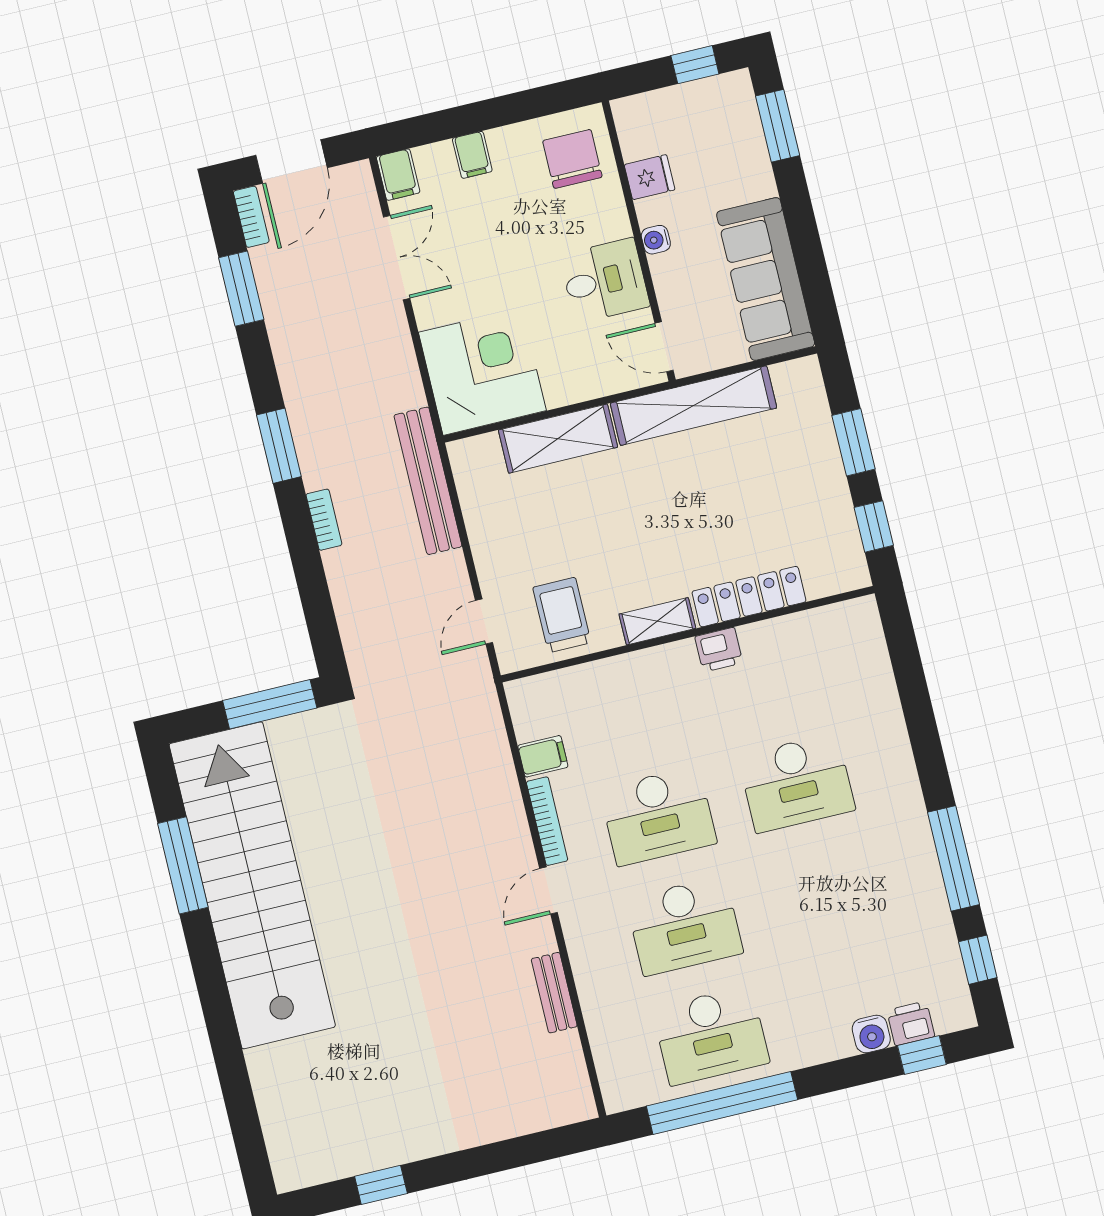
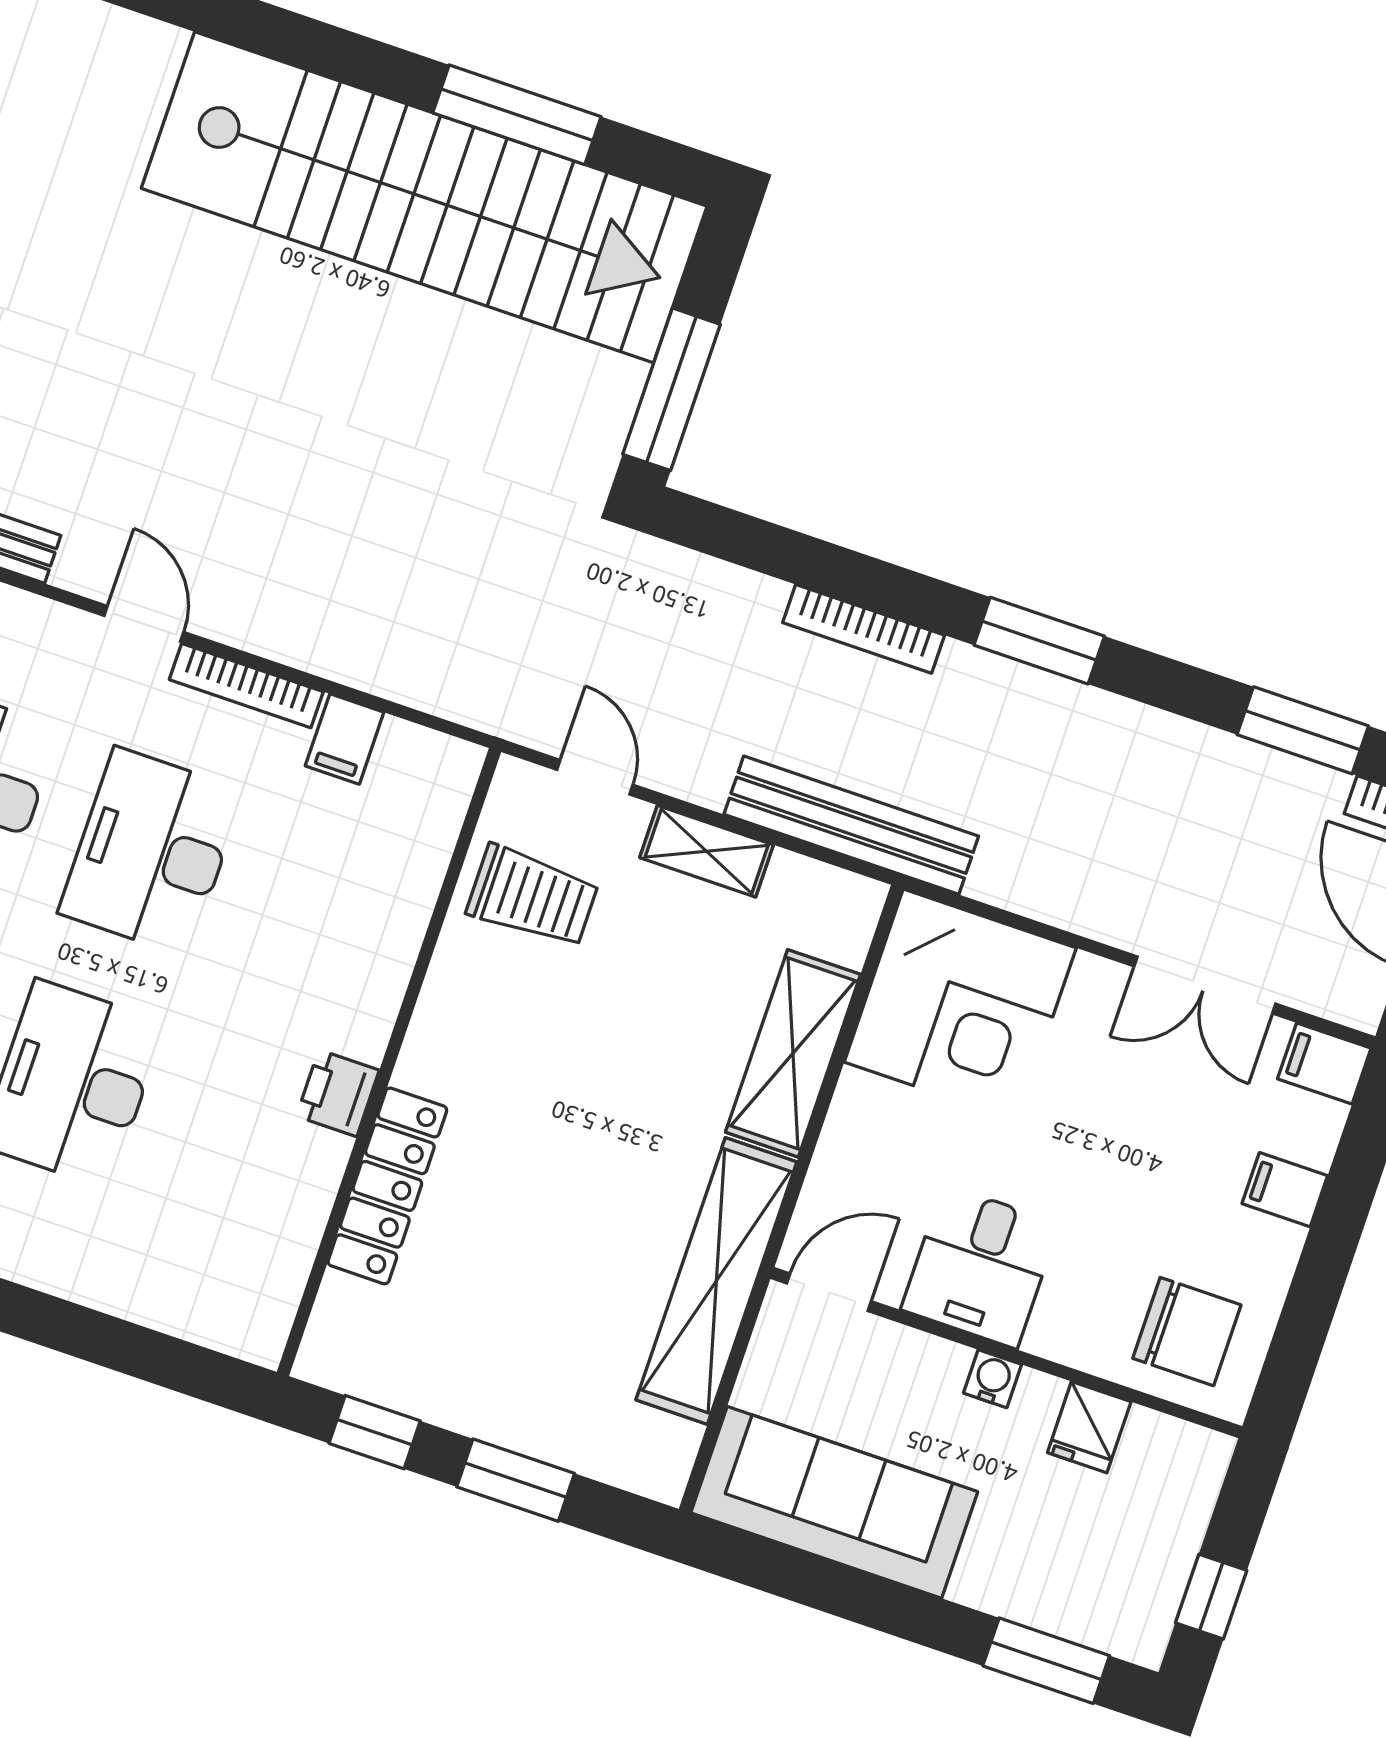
bookcase: (324, 520) -> (864, 629), width x1.56
shelving: (657, 621) -> (707, 851), moved, turned 90

